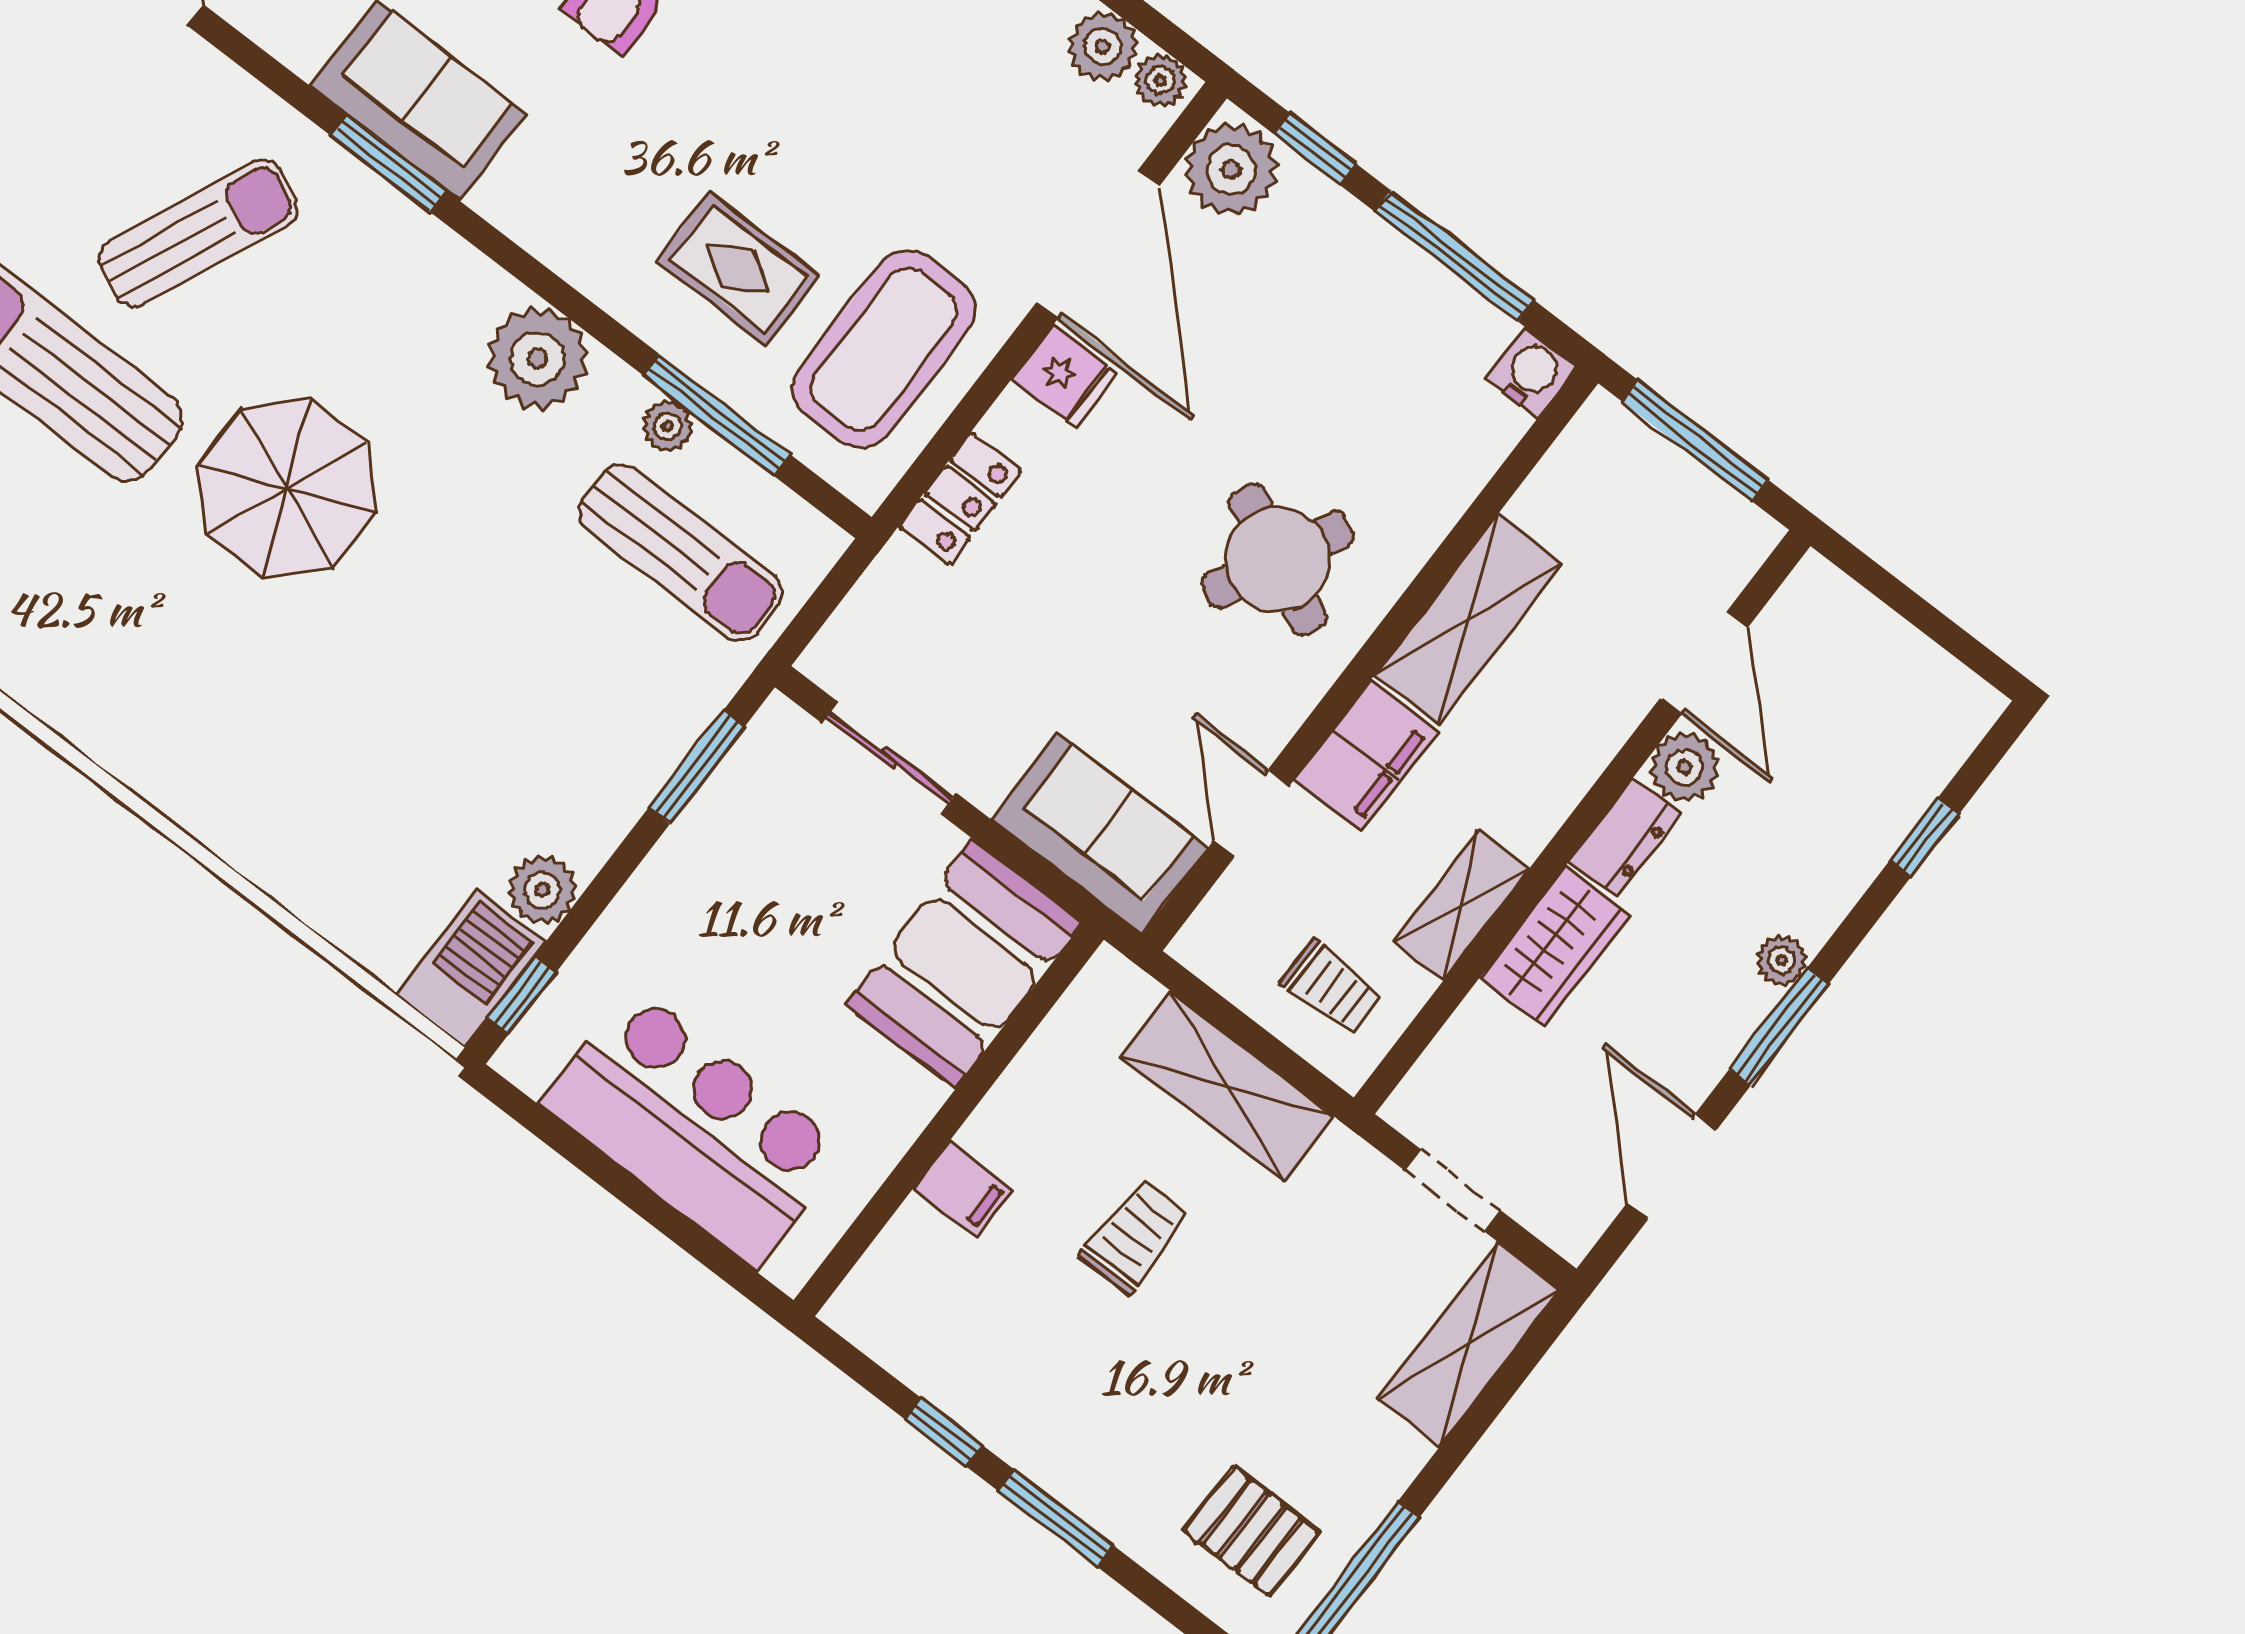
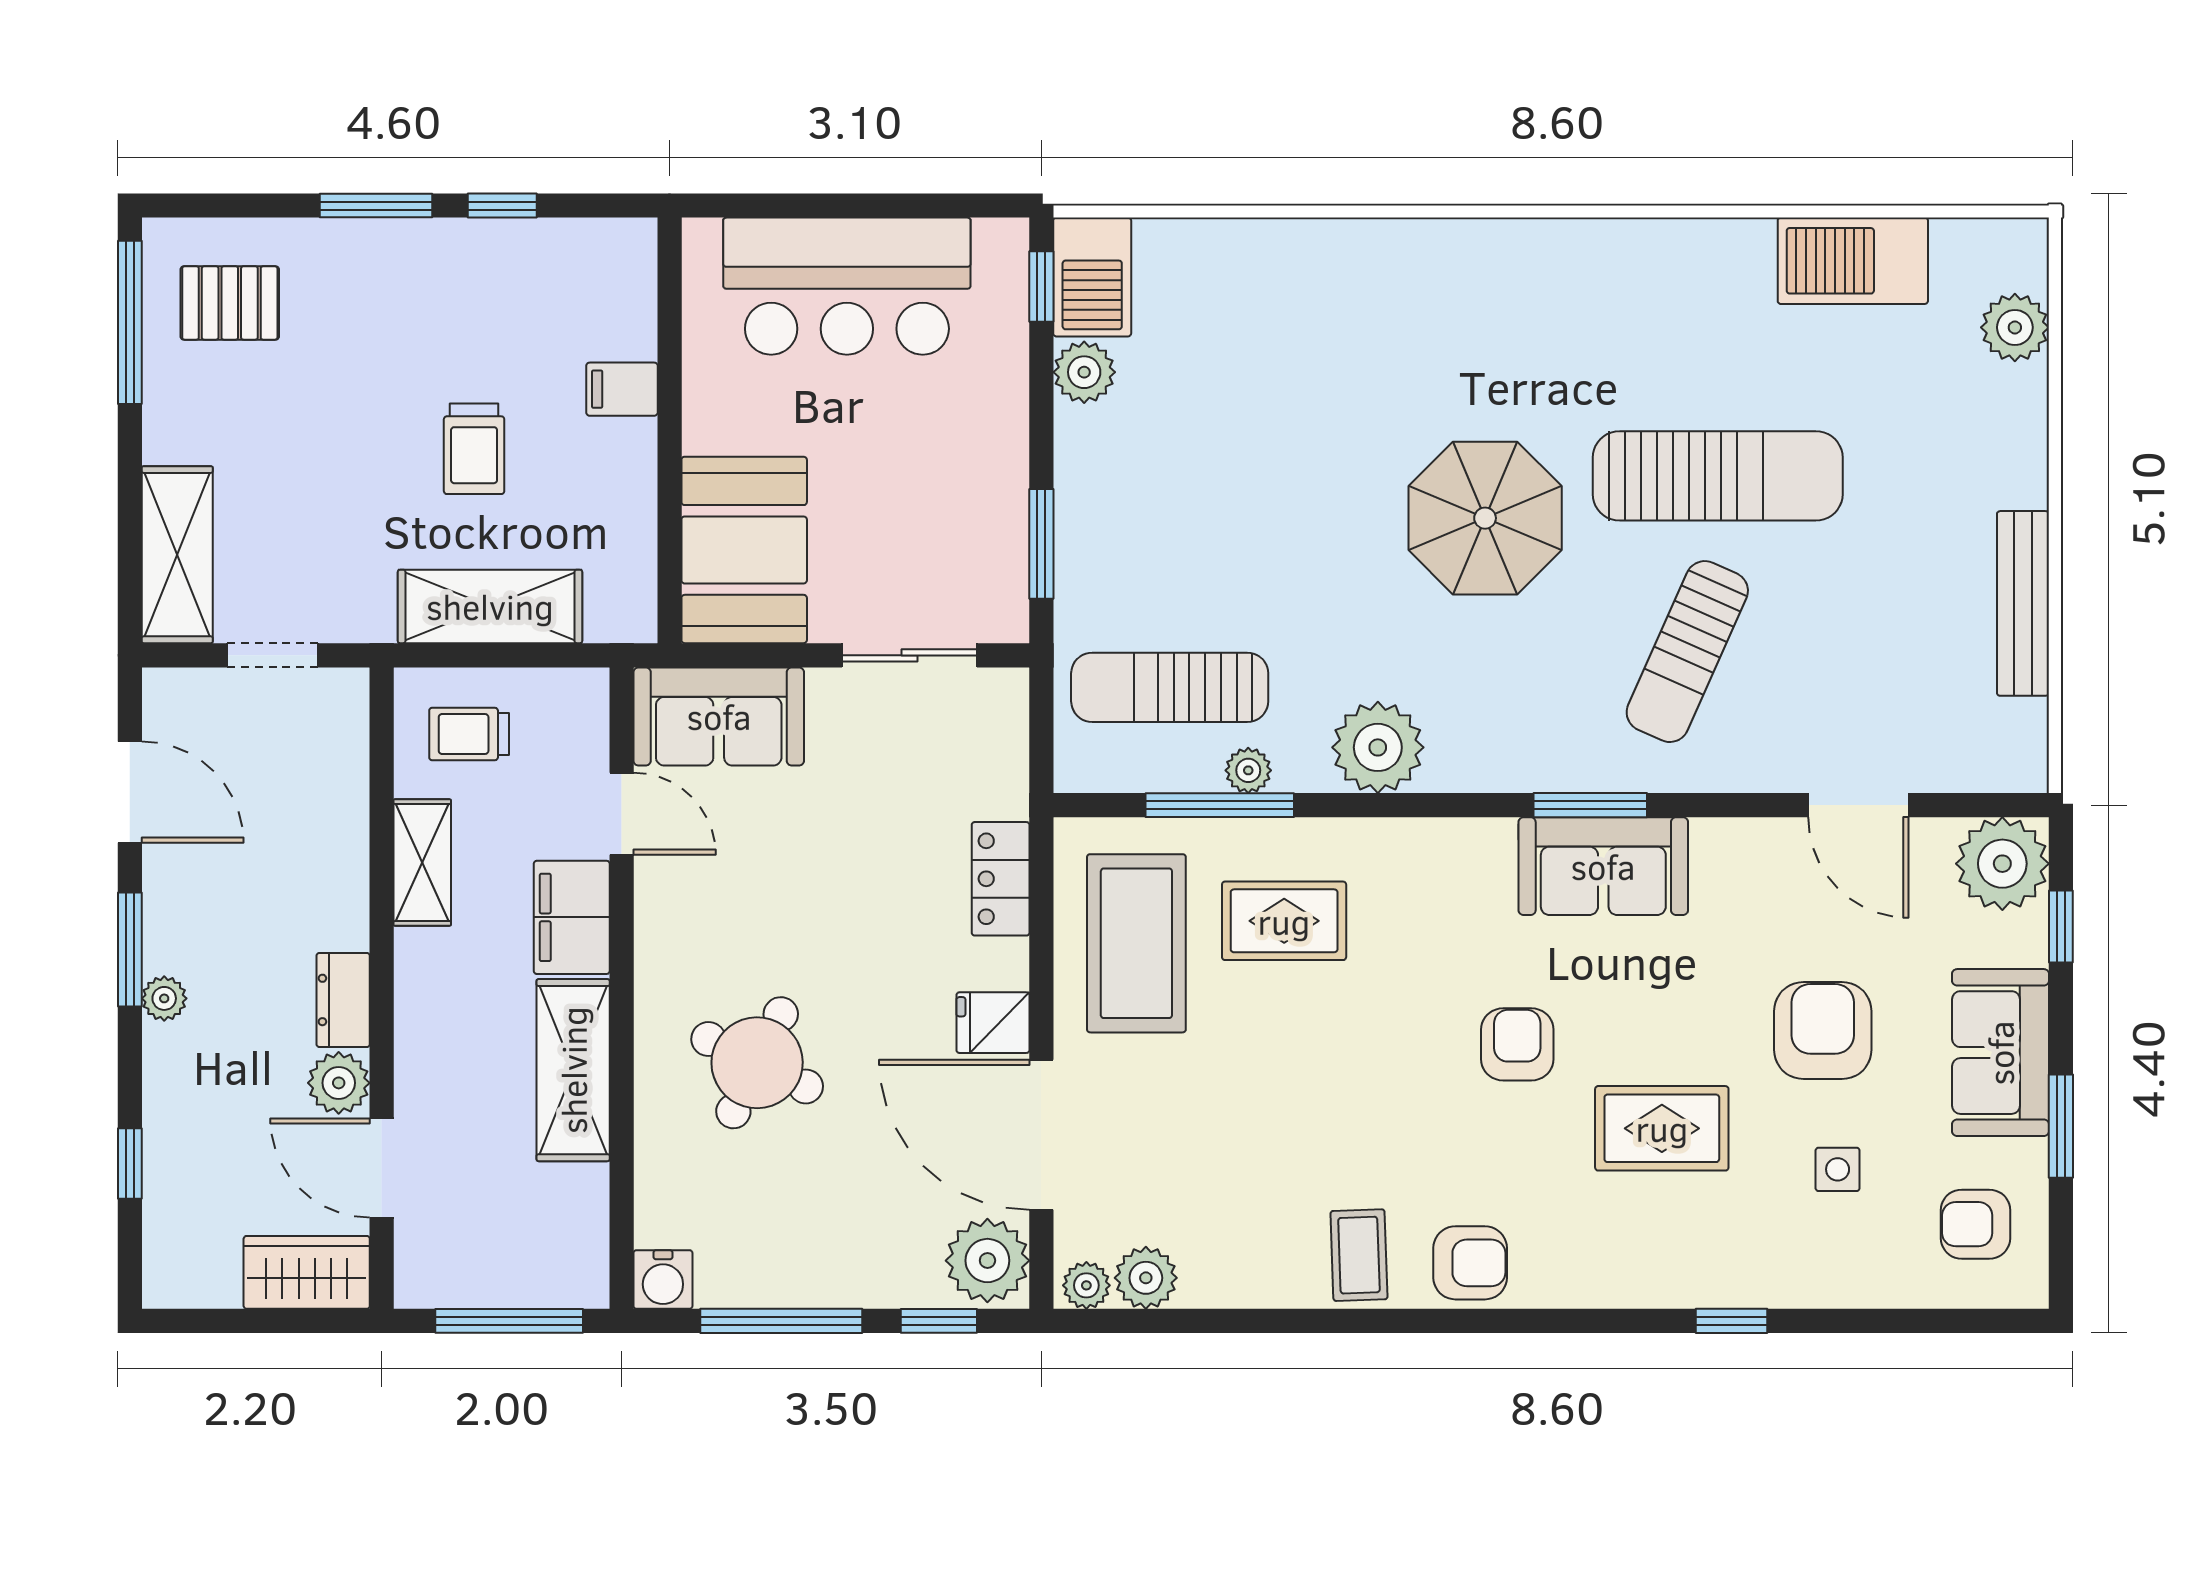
round table: (1278, 560) -> (757, 1063), moved
wardrobe: (1555, 946) -> (307, 1272), moved, turned 90

